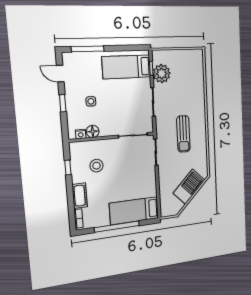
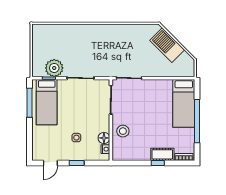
window: (88, 49) -> (29, 103), moved
sun lounger: (183, 134) -> (114, 49), removed
stool: (96, 166) -> (123, 131), moved
window: (68, 167) -> (158, 163), moved

